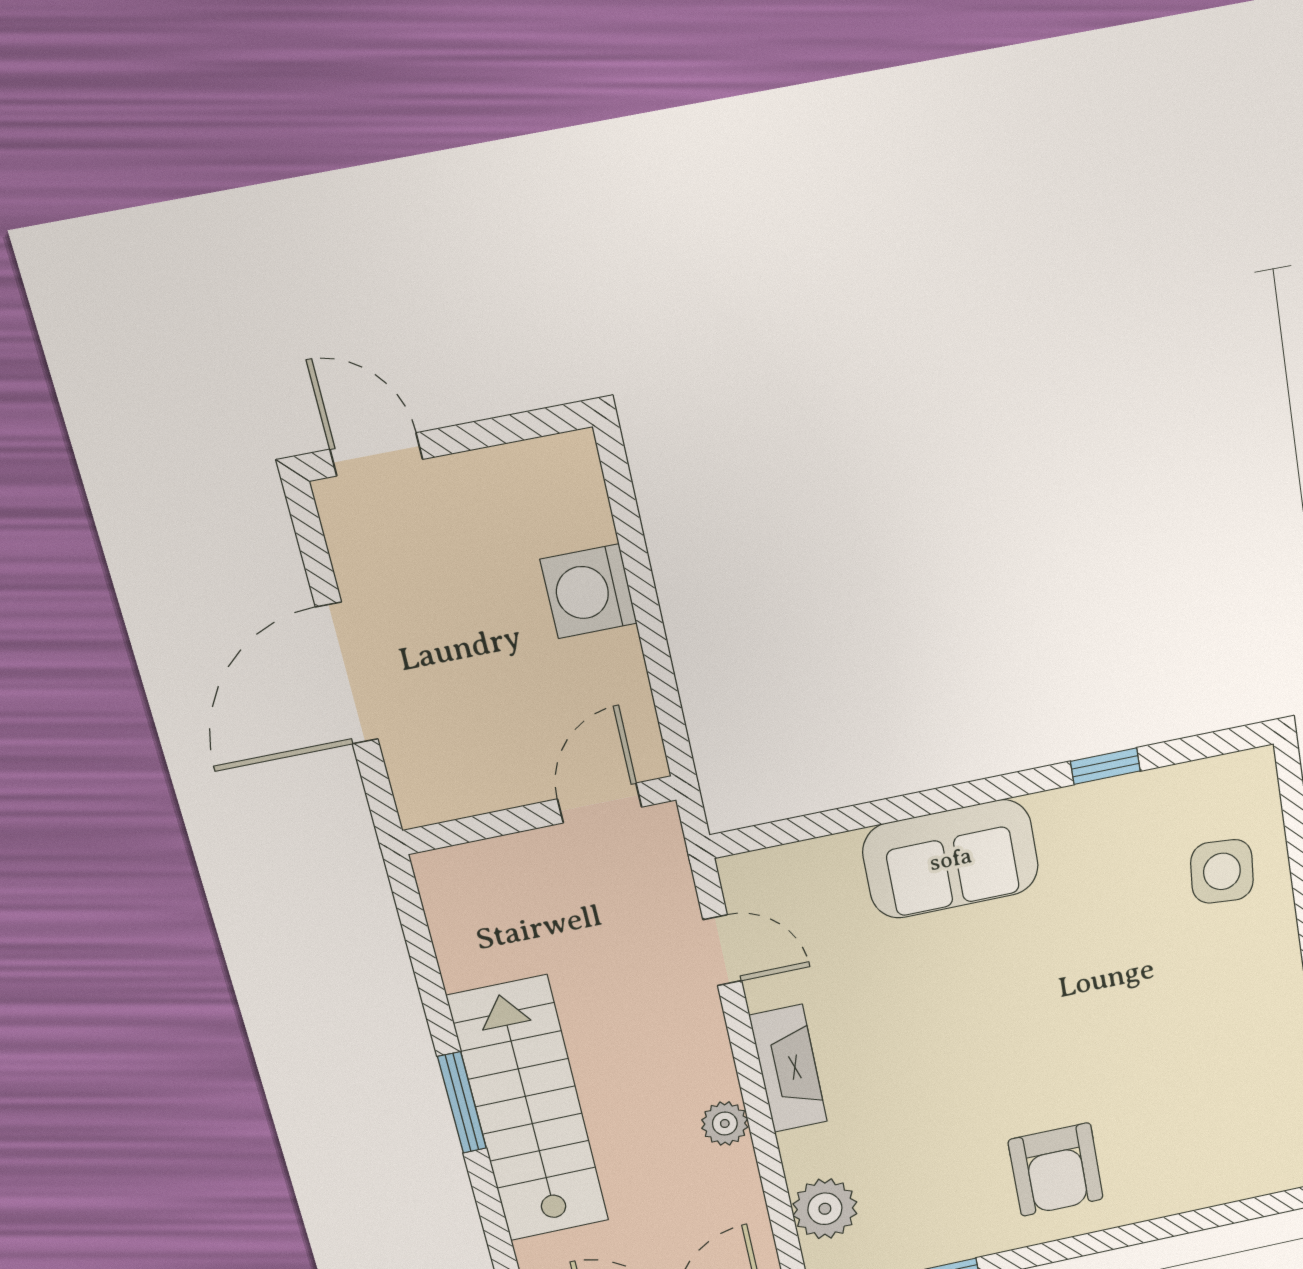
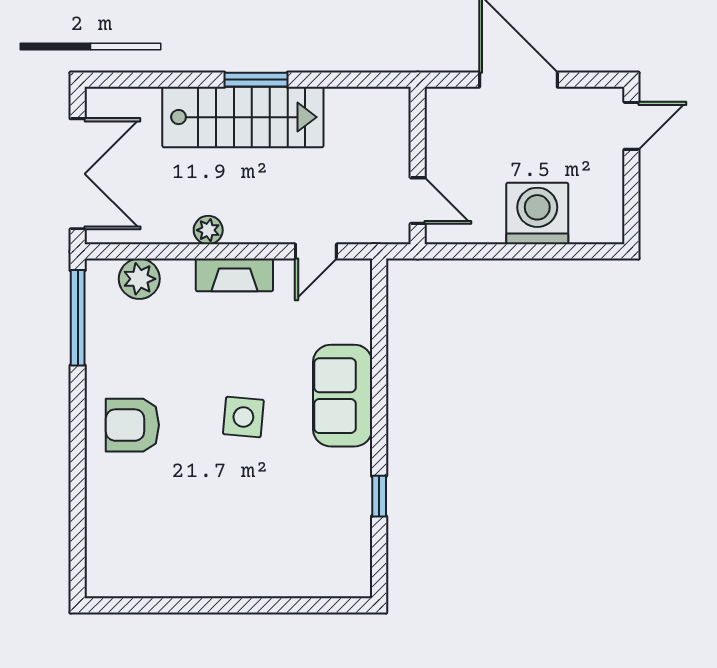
washing machine: (589, 591) -> (537, 213), width x1.37, depth x1.37
side table: (1222, 871) -> (243, 417), moved

